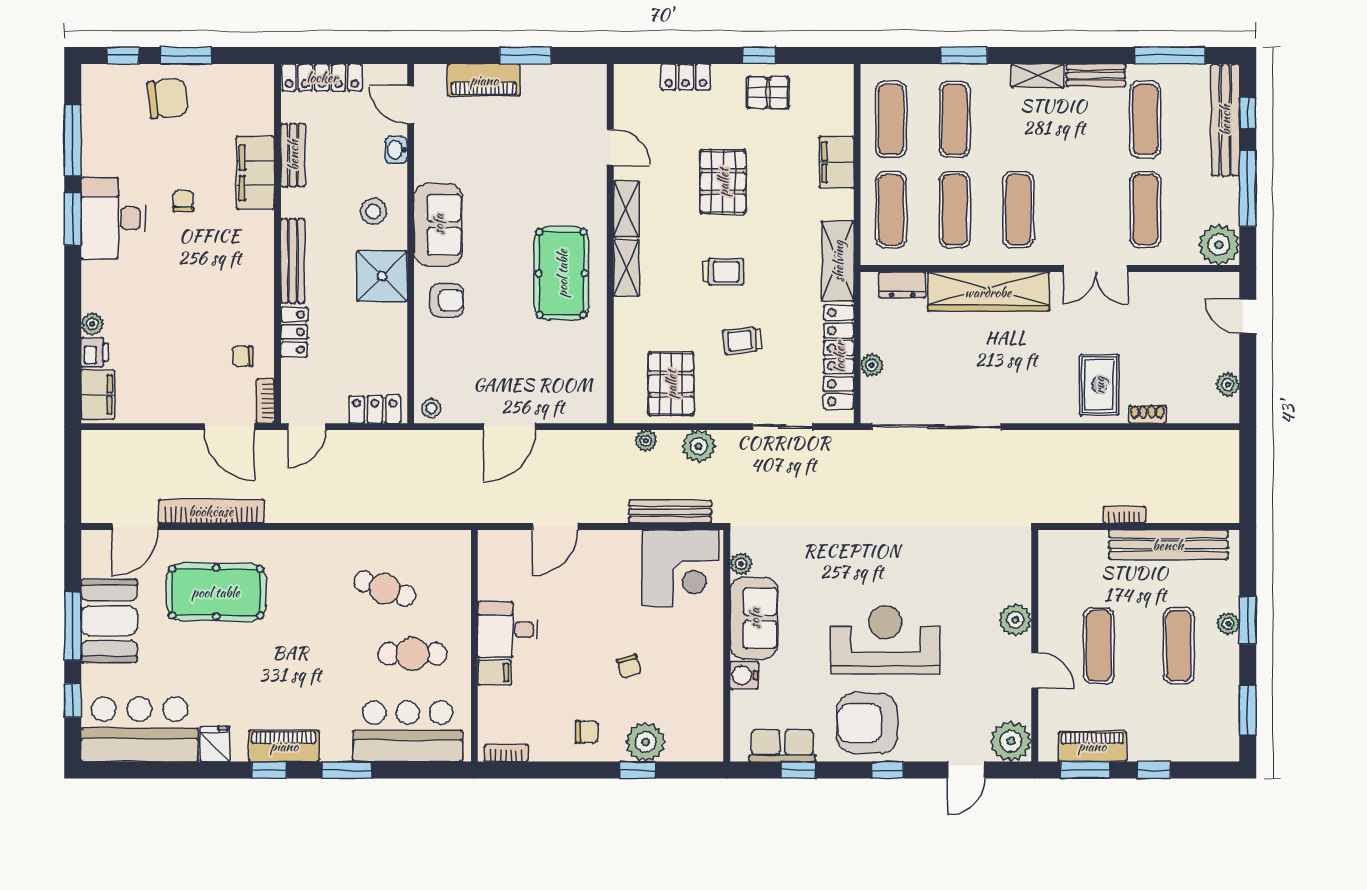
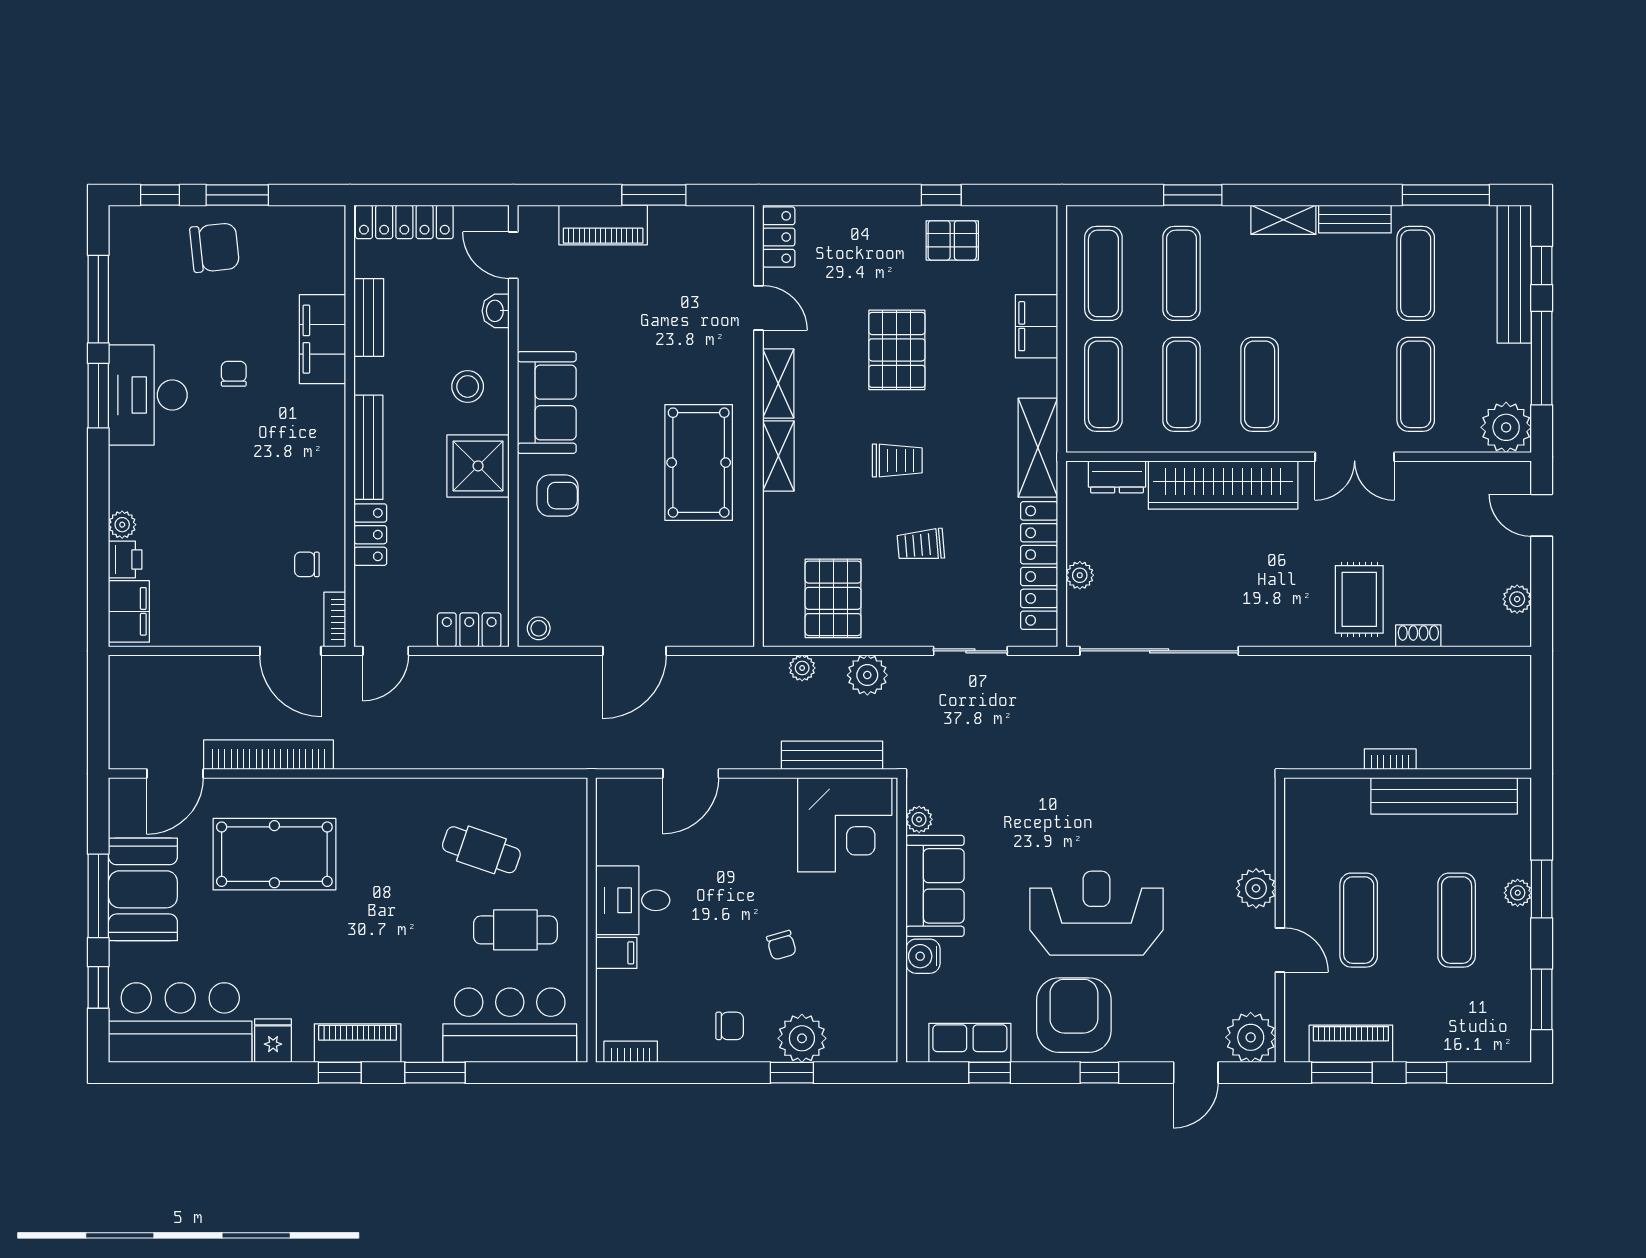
locker: (686, 77) -> (779, 237), moved, turned -90
armchair: (867, 723) -> (1074, 1015), turned 90

